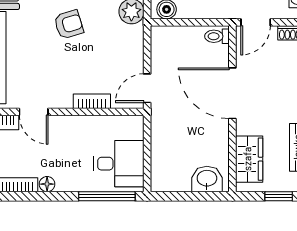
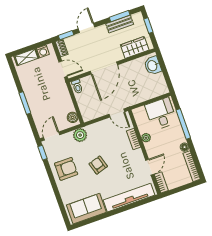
plant: (87, 123) -> (146, 138), added
window: (107, 196) -> (183, 124), moved

